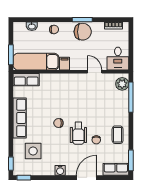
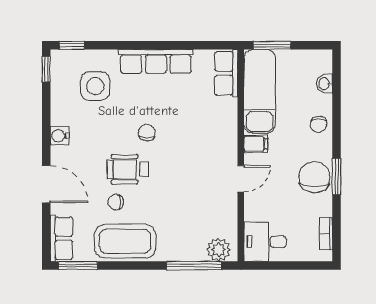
chair: (83, 32) -> (314, 177), turned 180
door: (95, 72) -> (241, 179), moved
coffee table: (118, 135) -> (125, 241), width x1.86, depth x1.72

